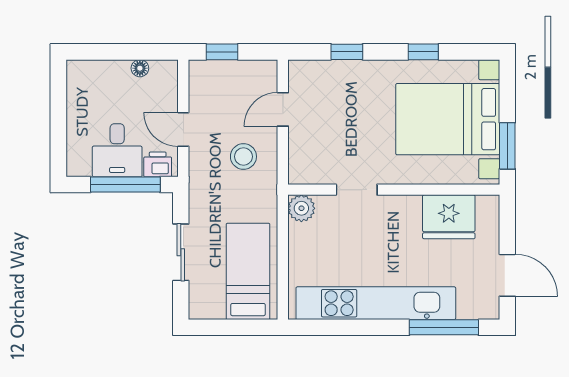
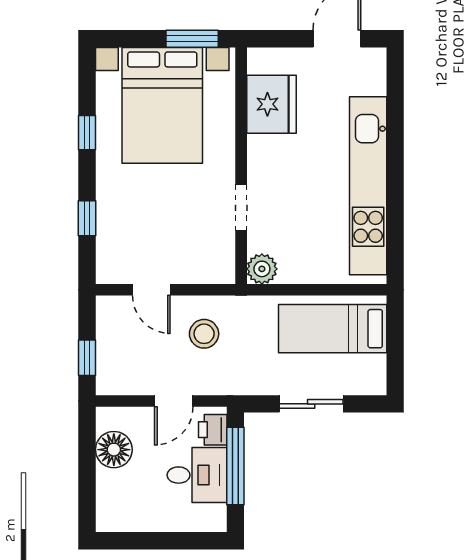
floor lamp: (140, 68) -> (114, 450), width x1.89, depth x1.89
window: (444, 327) -> (395, 110), removed

